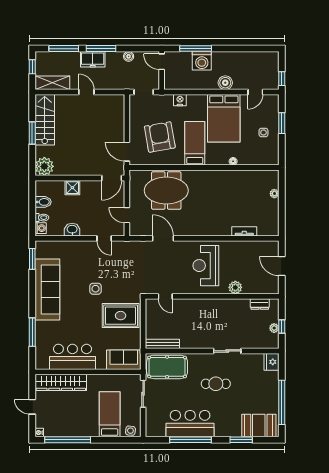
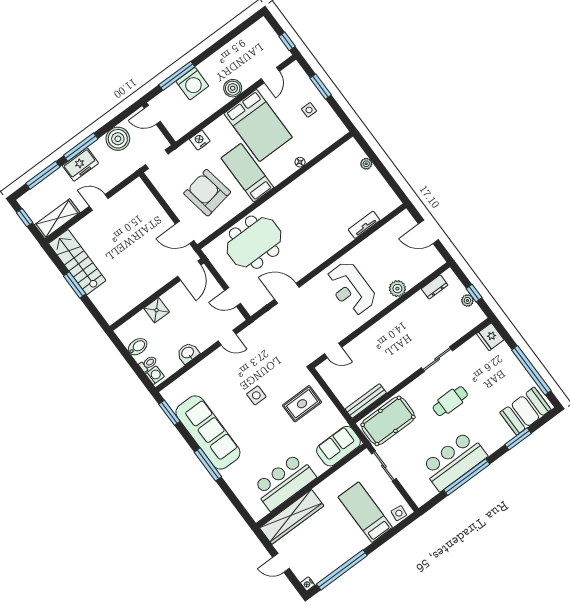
boiler: (129, 56) -> (118, 139), width x1.86, depth x1.86
plant: (44, 166) -> (112, 310), removed
rug: (121, 316) -> (302, 404), width x0.73, depth x0.70
window: (32, 332) -> (208, 464), moved

